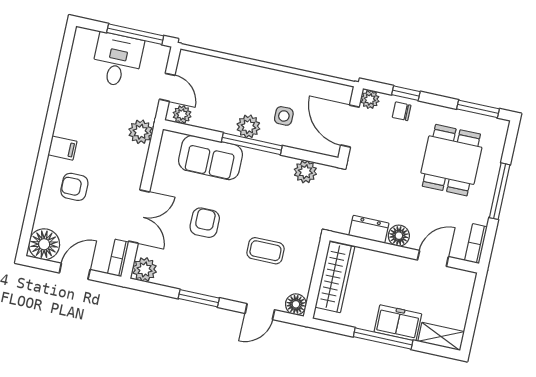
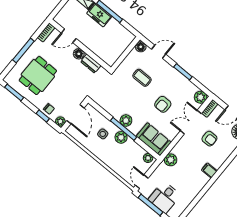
door: (167, 87) -> (142, 182), moved
sofa: (211, 158) -> (154, 139), moved
plant: (305, 172) -> (126, 121), moved
armchair: (74, 187) -> (209, 139), moved
wardrobe: (335, 277) -> (117, 50), removed

